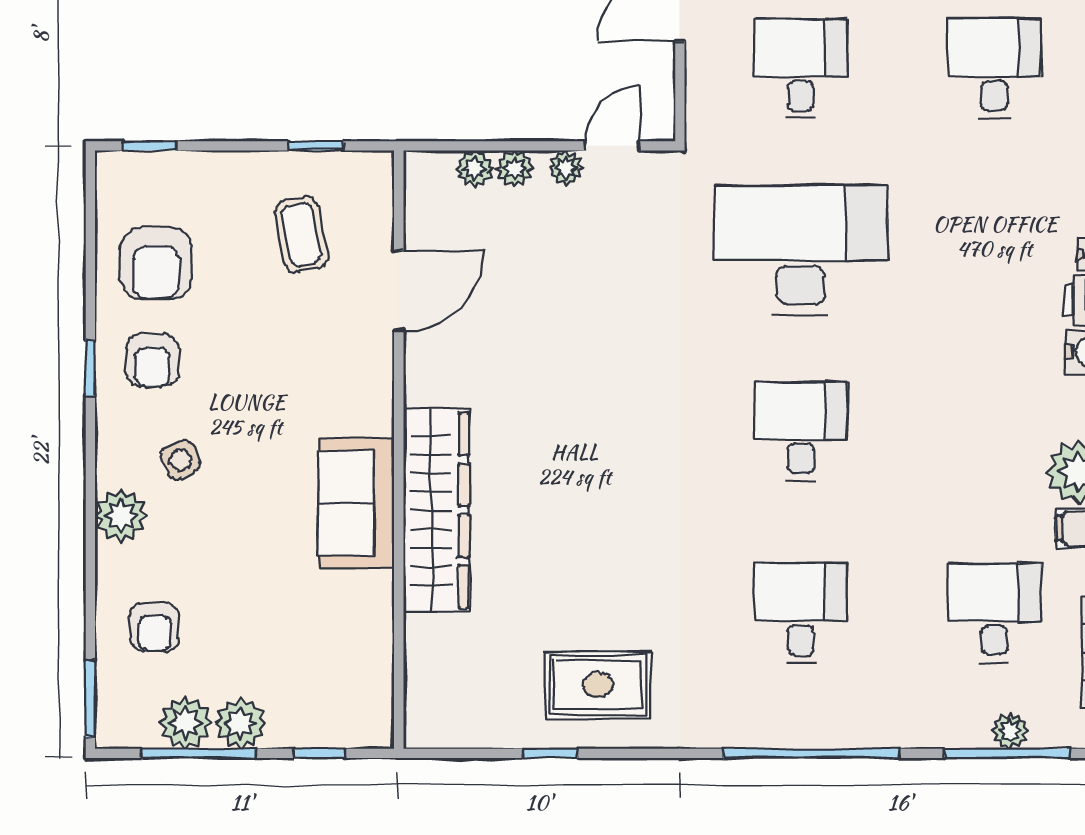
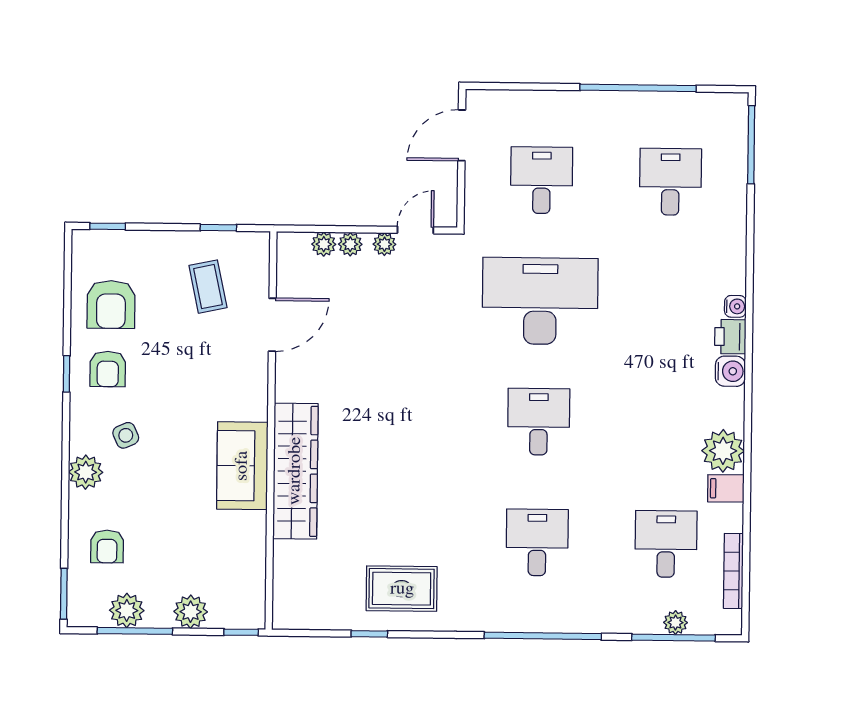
plant: (241, 723) -> (191, 612), moved
window: (319, 753) -> (241, 632), moved

